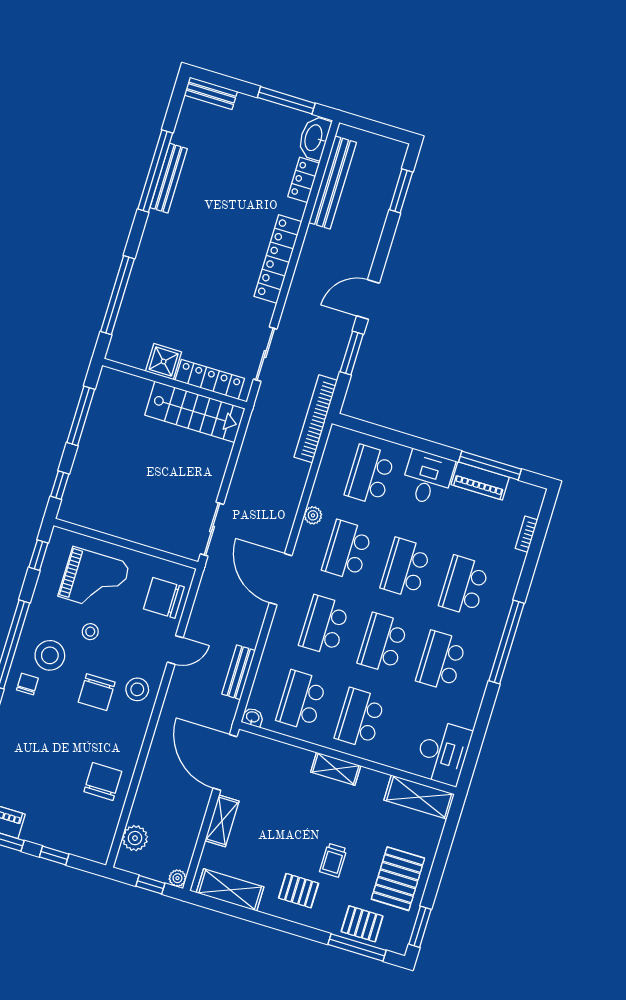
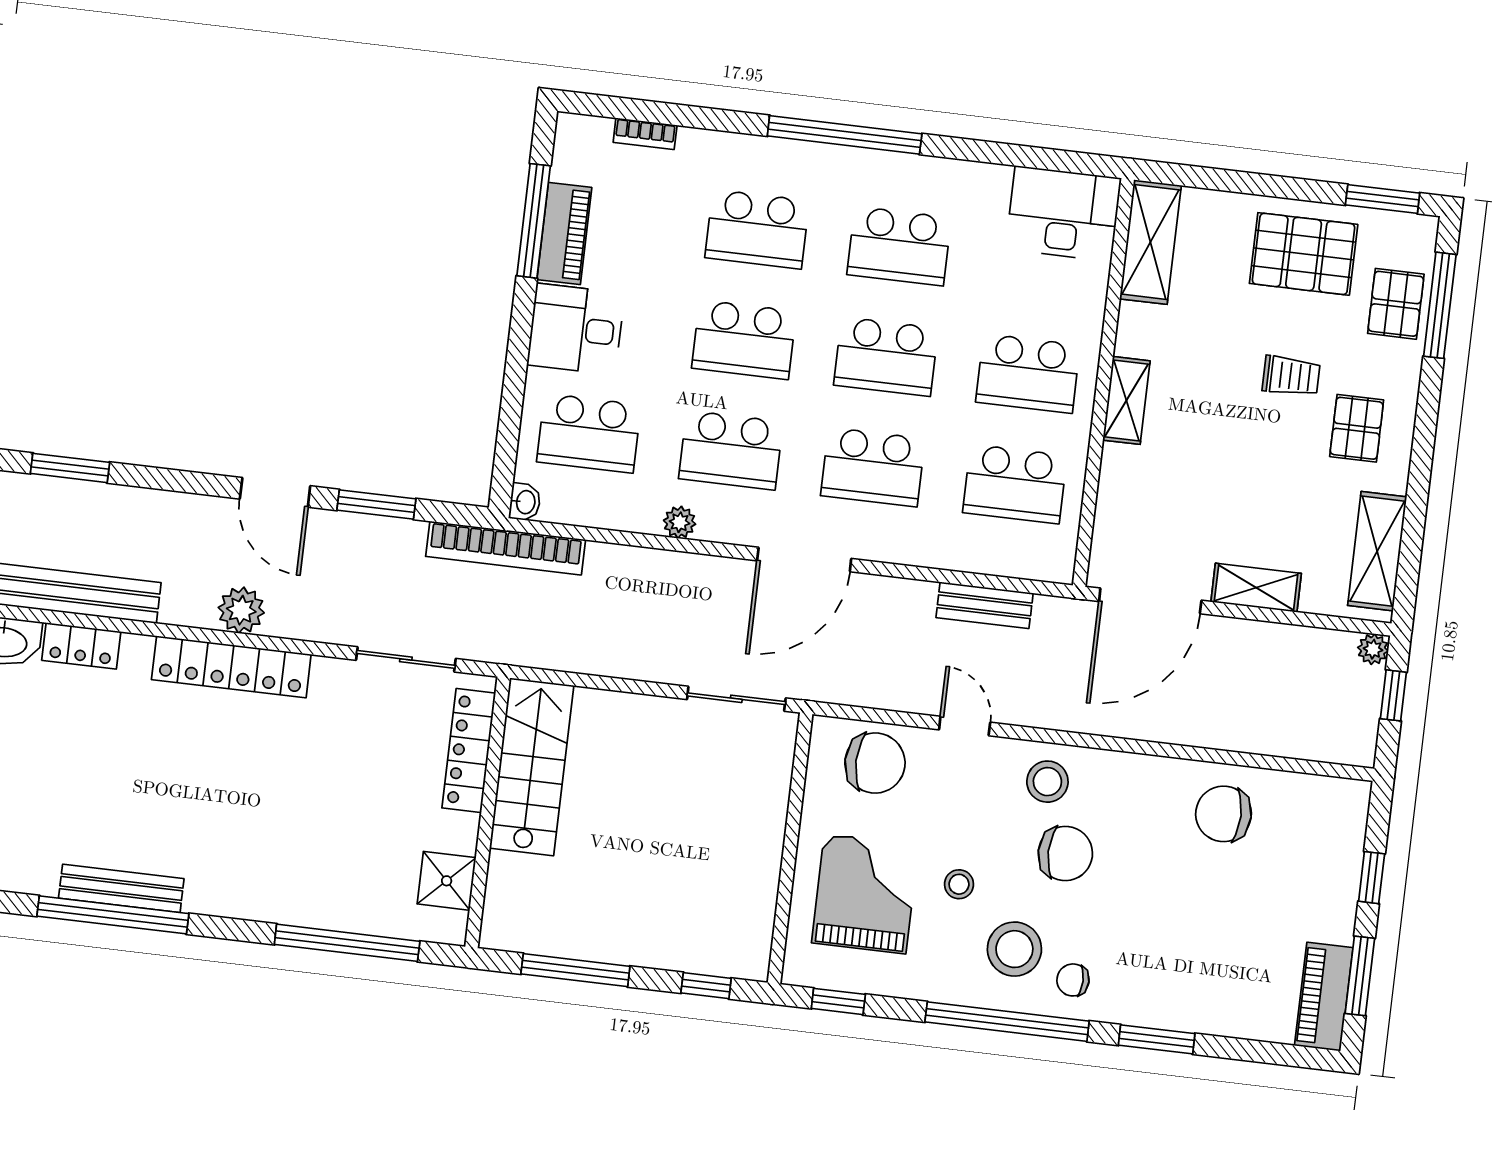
shower: (164, 362) -> (447, 881), moved
chair: (164, 598) -> (875, 763), turned -90
washbasin: (253, 717) -> (525, 502), moved, turned 180
plant: (135, 838) -> (241, 610), moved

